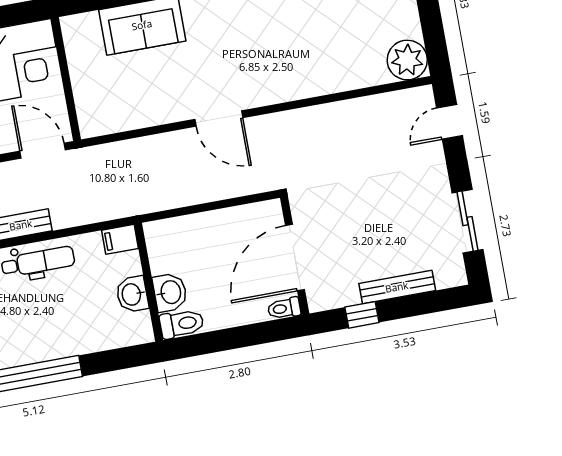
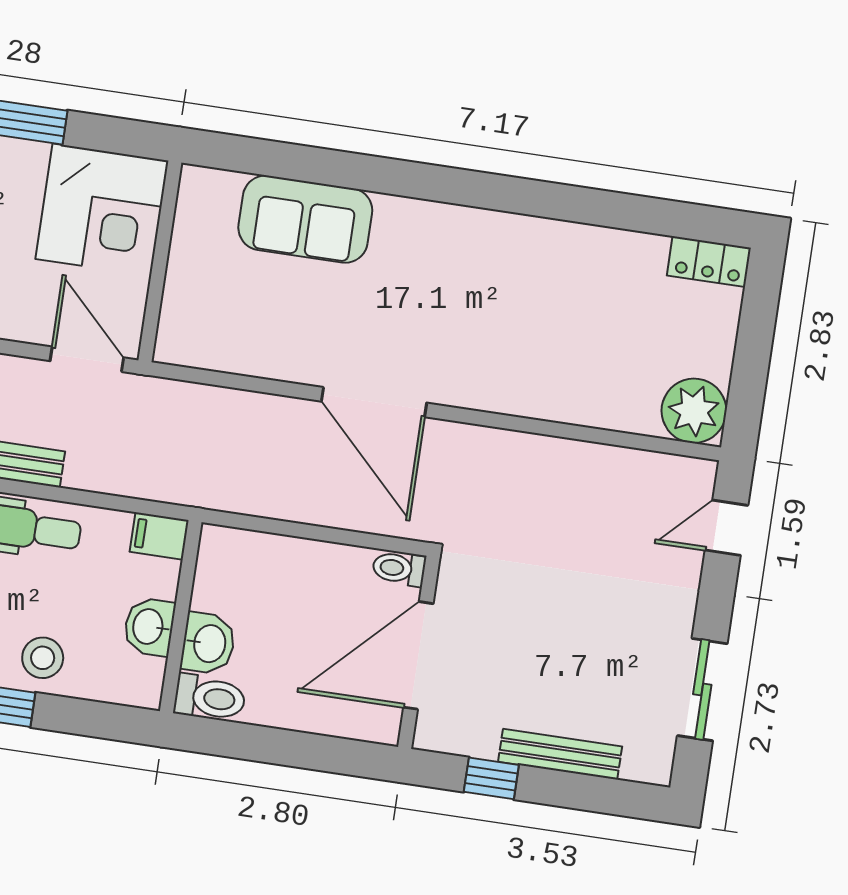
door: (219, 119) -> (374, 402), width x1.36
toilet: (284, 308) -> (399, 568), moved
stool: (76, 334) -> (43, 658), added

